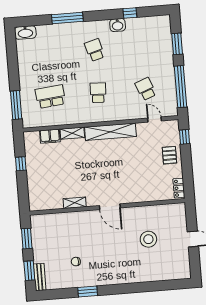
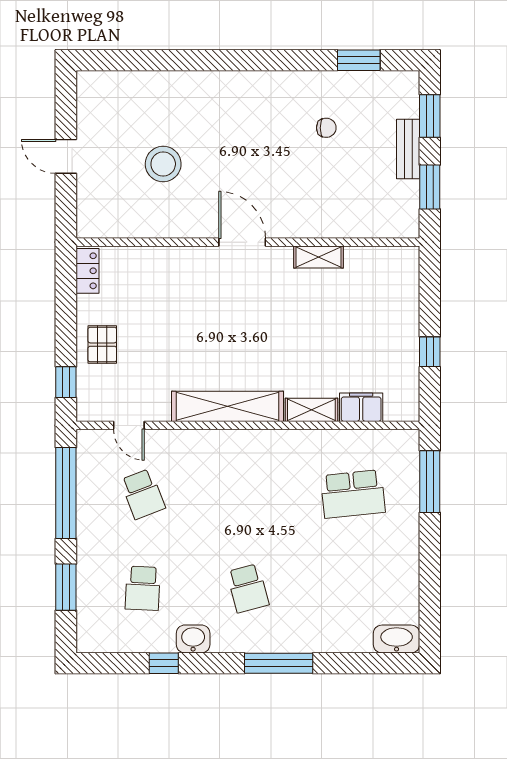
window: (67, 18) -> (279, 663), moved
school desk: (98, 93) -> (143, 588), moved
bench: (40, 277) -> (408, 149), moved
window: (88, 291) -> (359, 60), moved

